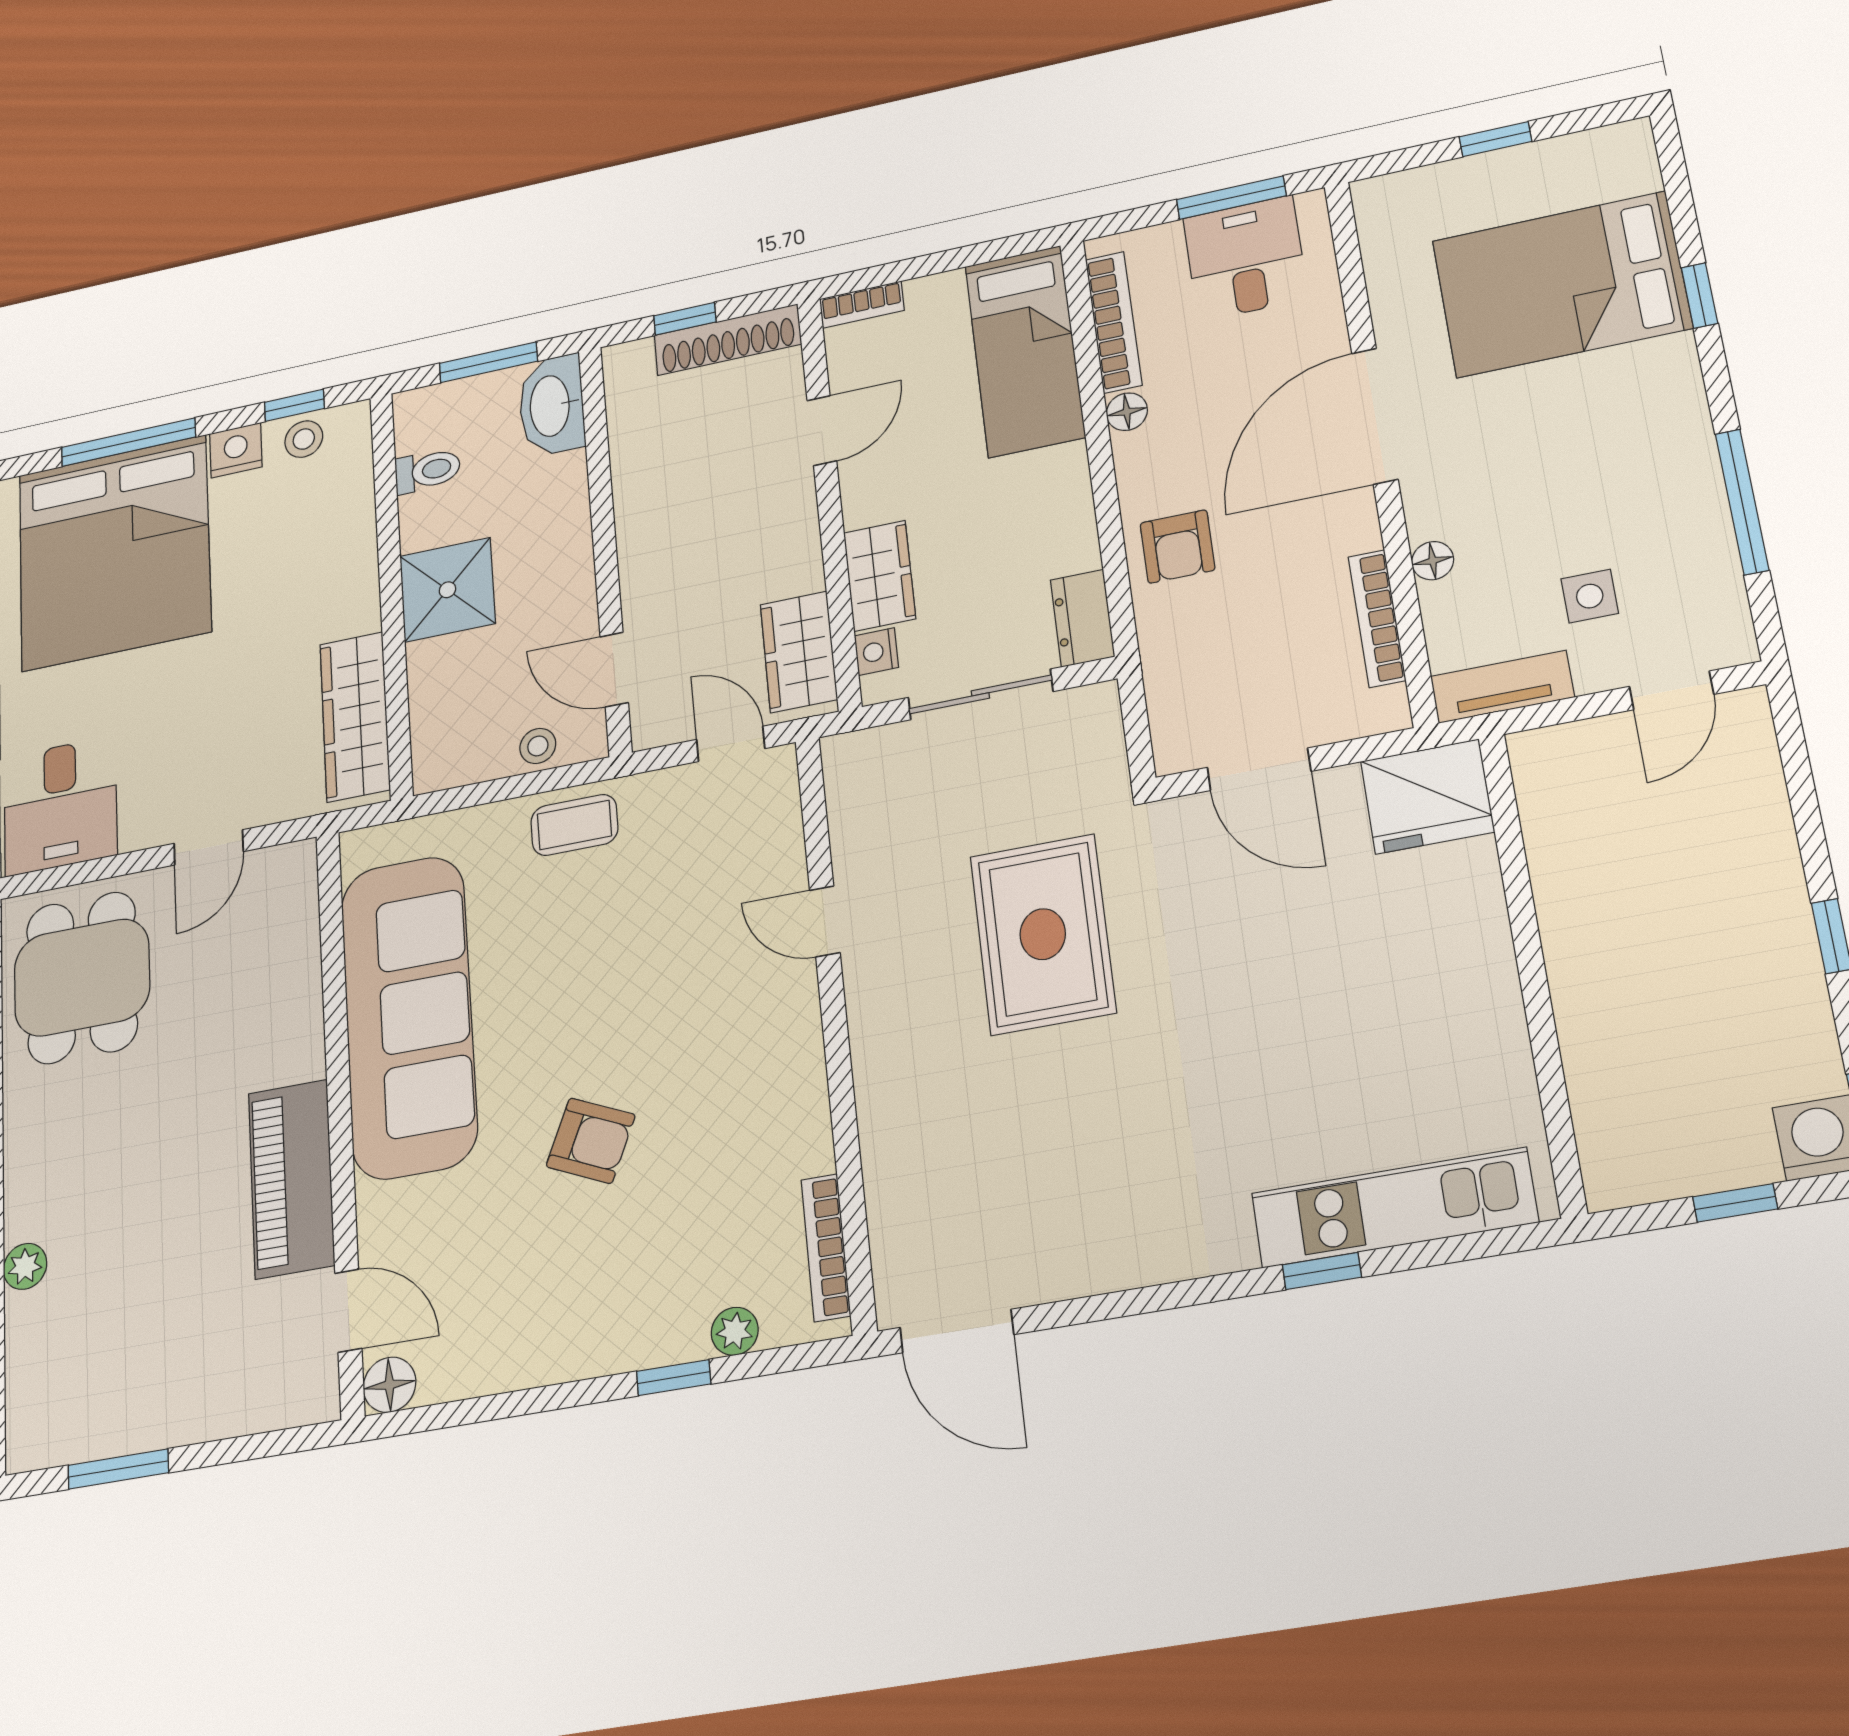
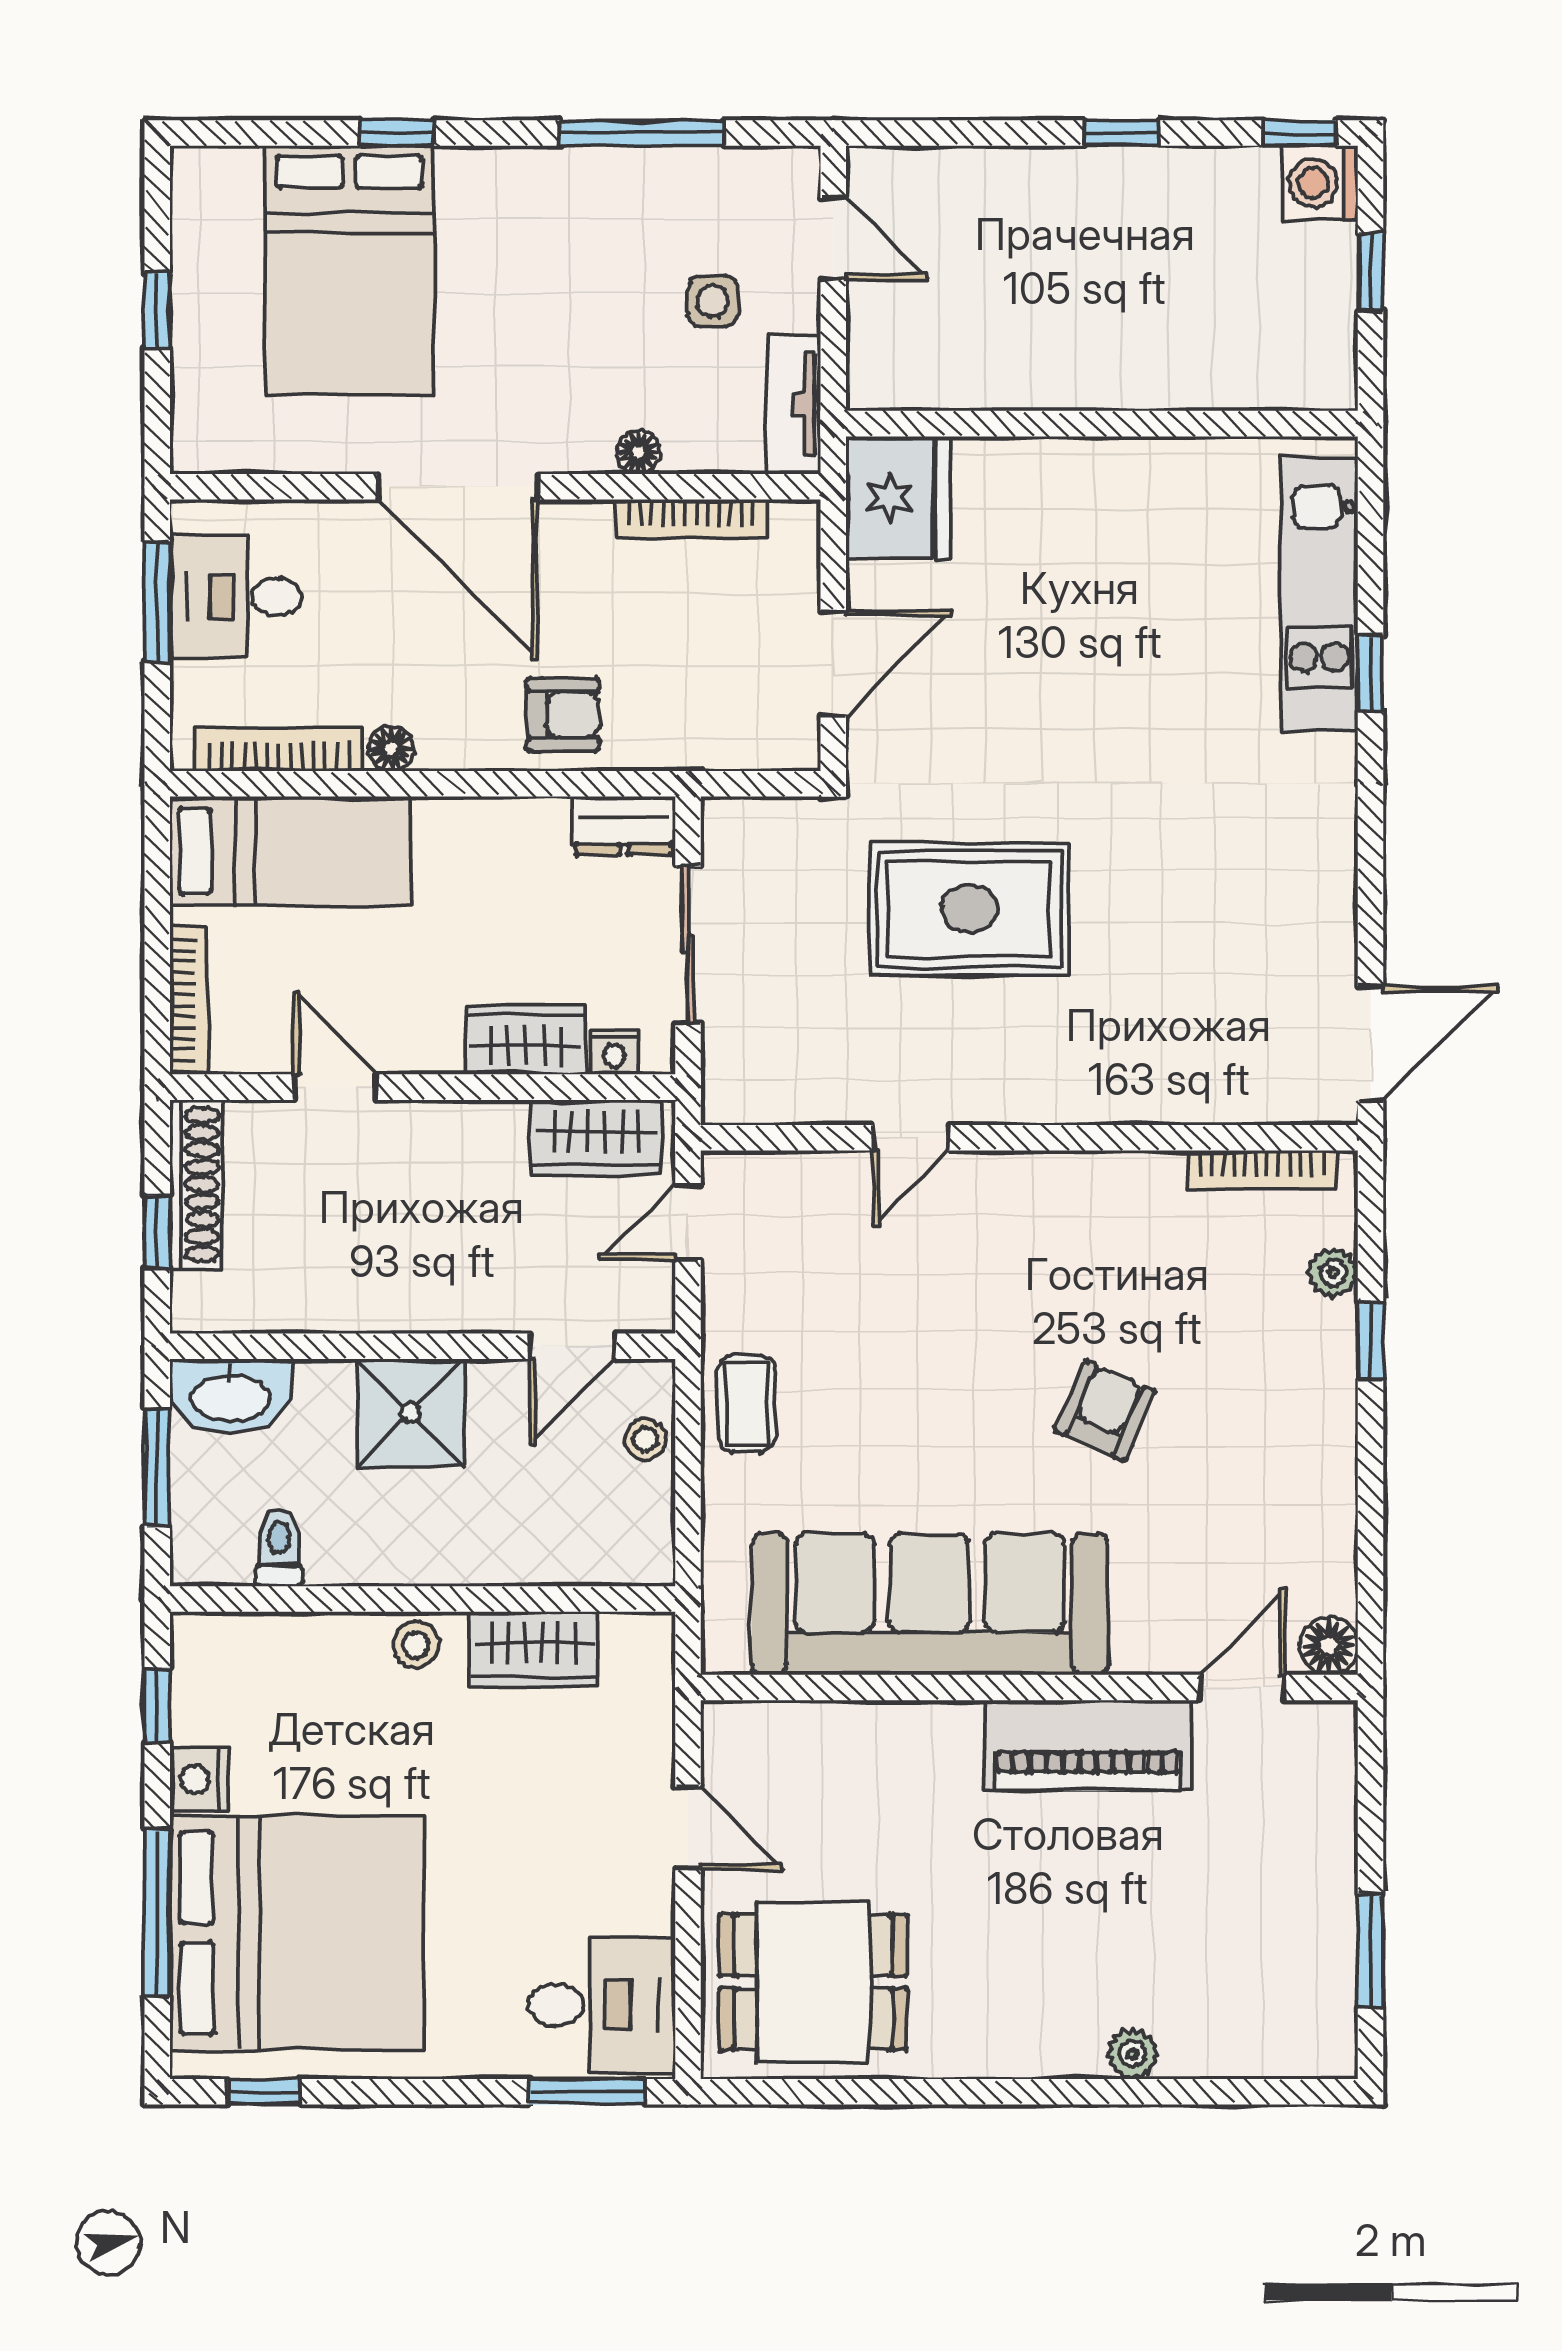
bookcase: (862, 305) -> (189, 1000), width x1.56
stool: (304, 439) -> (416, 1645), moved
shower: (447, 590) -> (410, 1413), moved
wardrobe: (355, 717) -> (533, 1649), width x0.67

